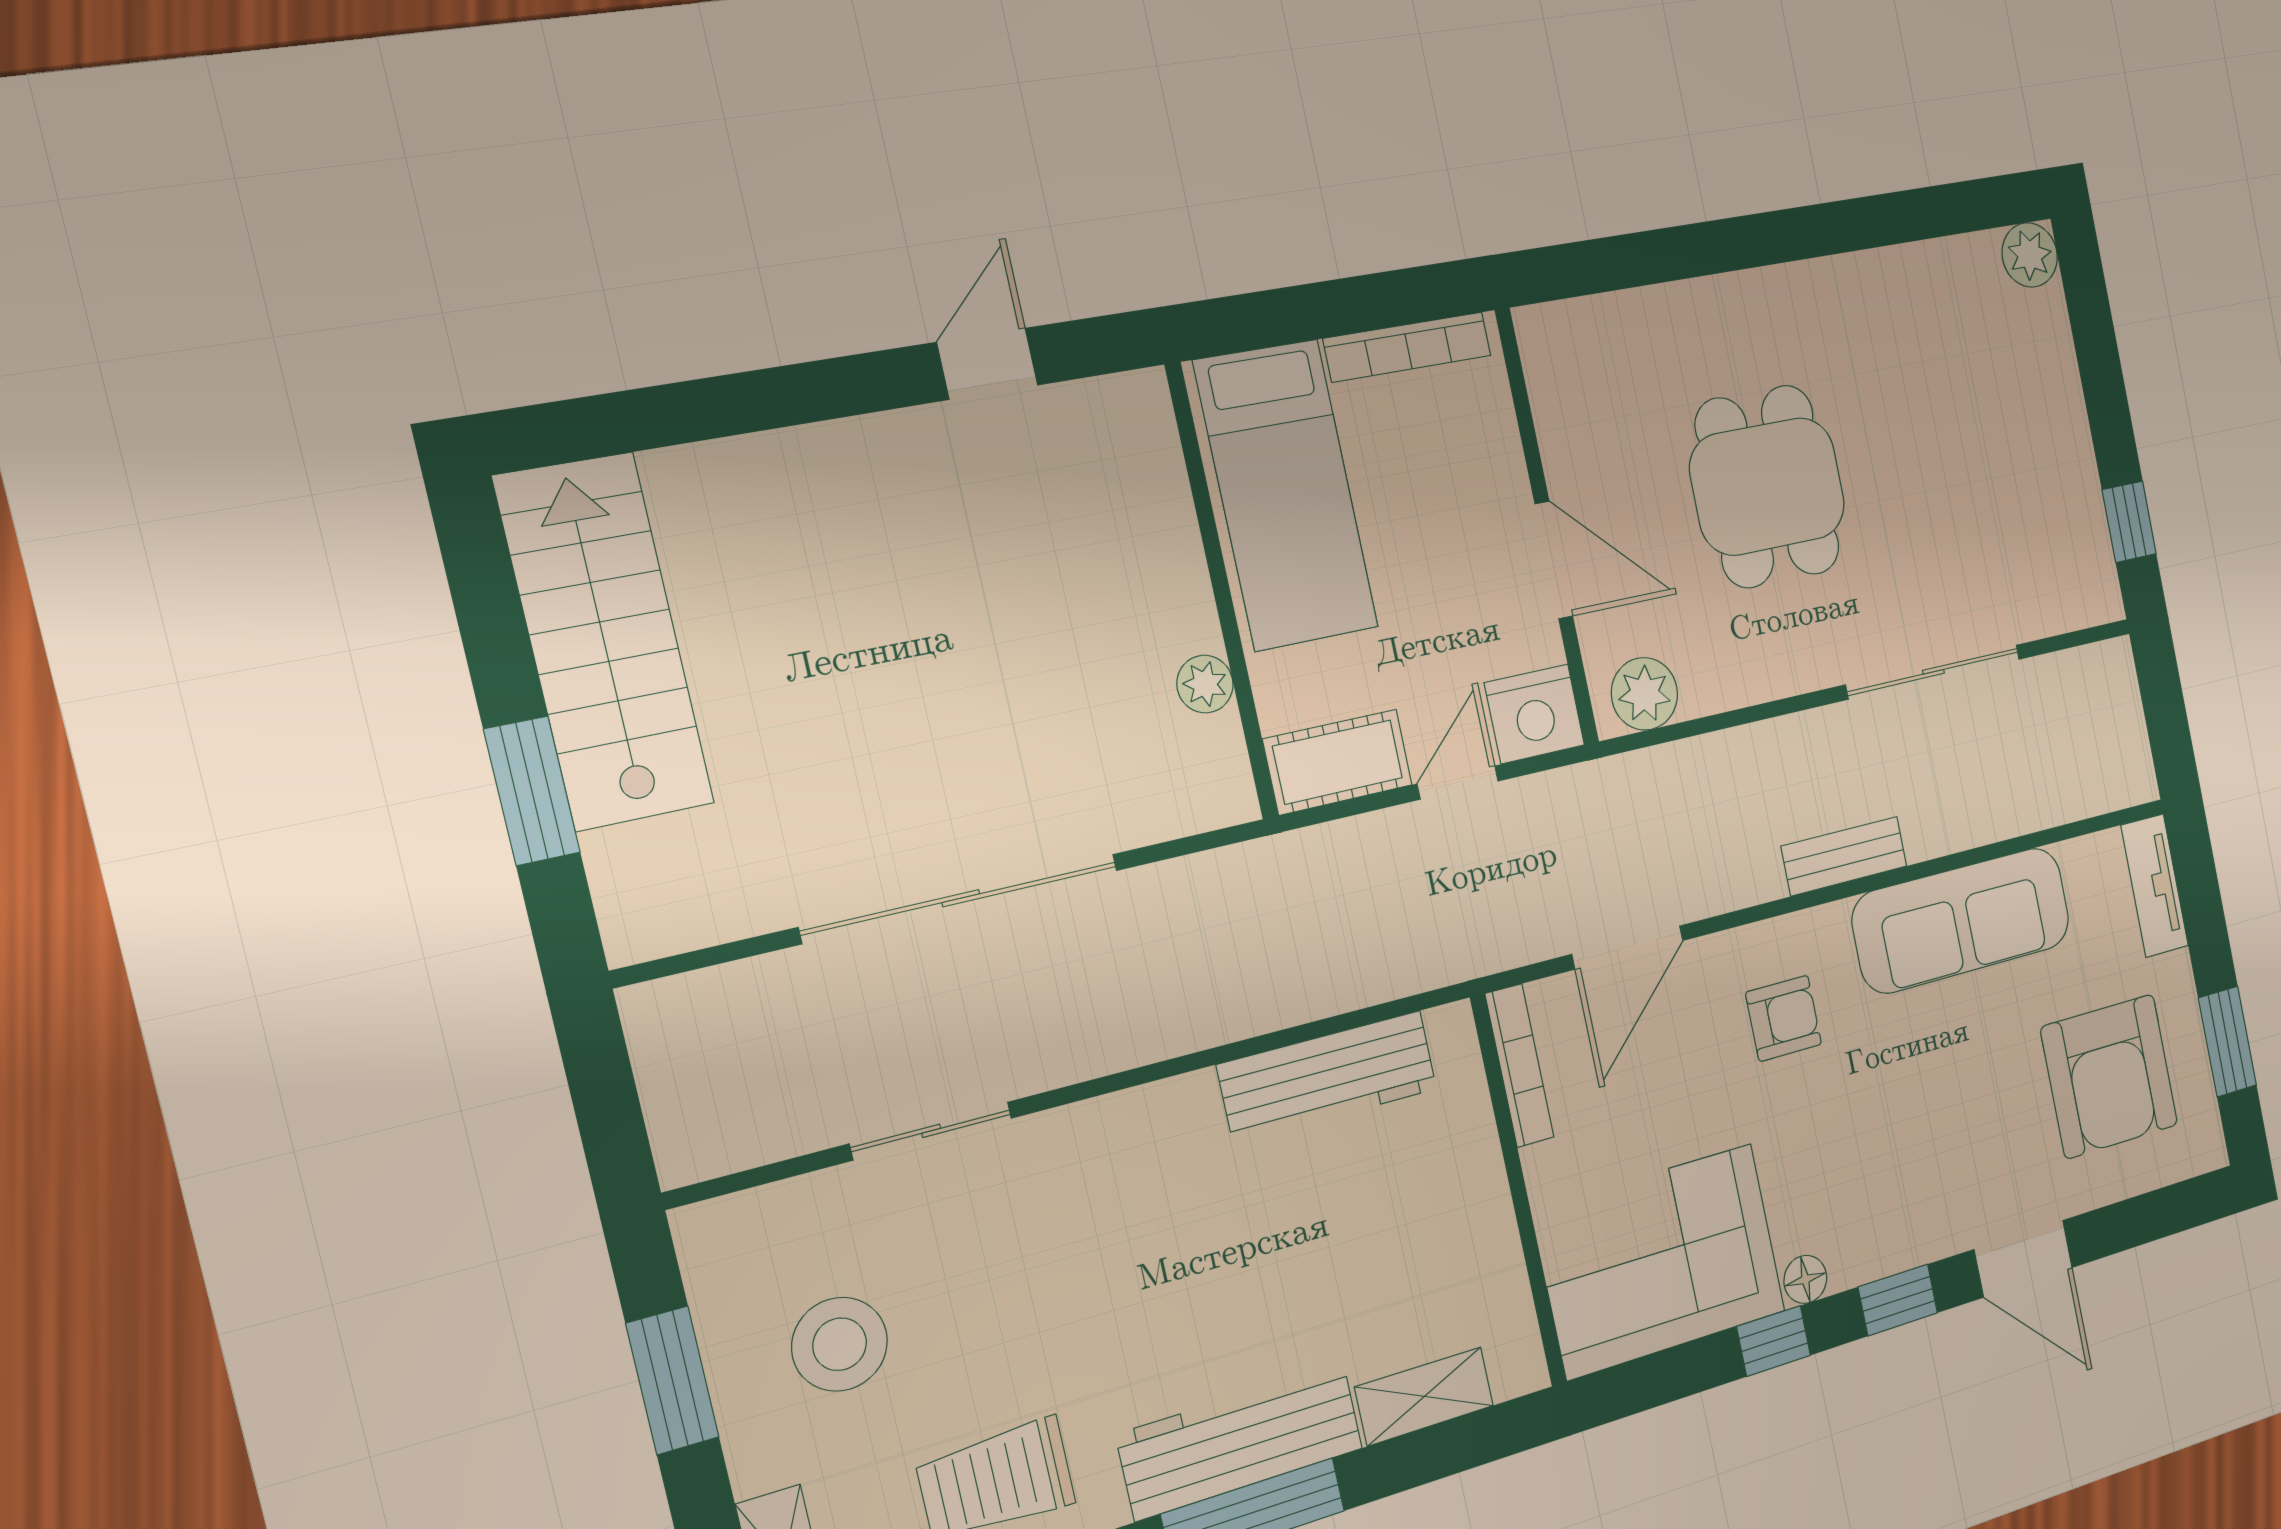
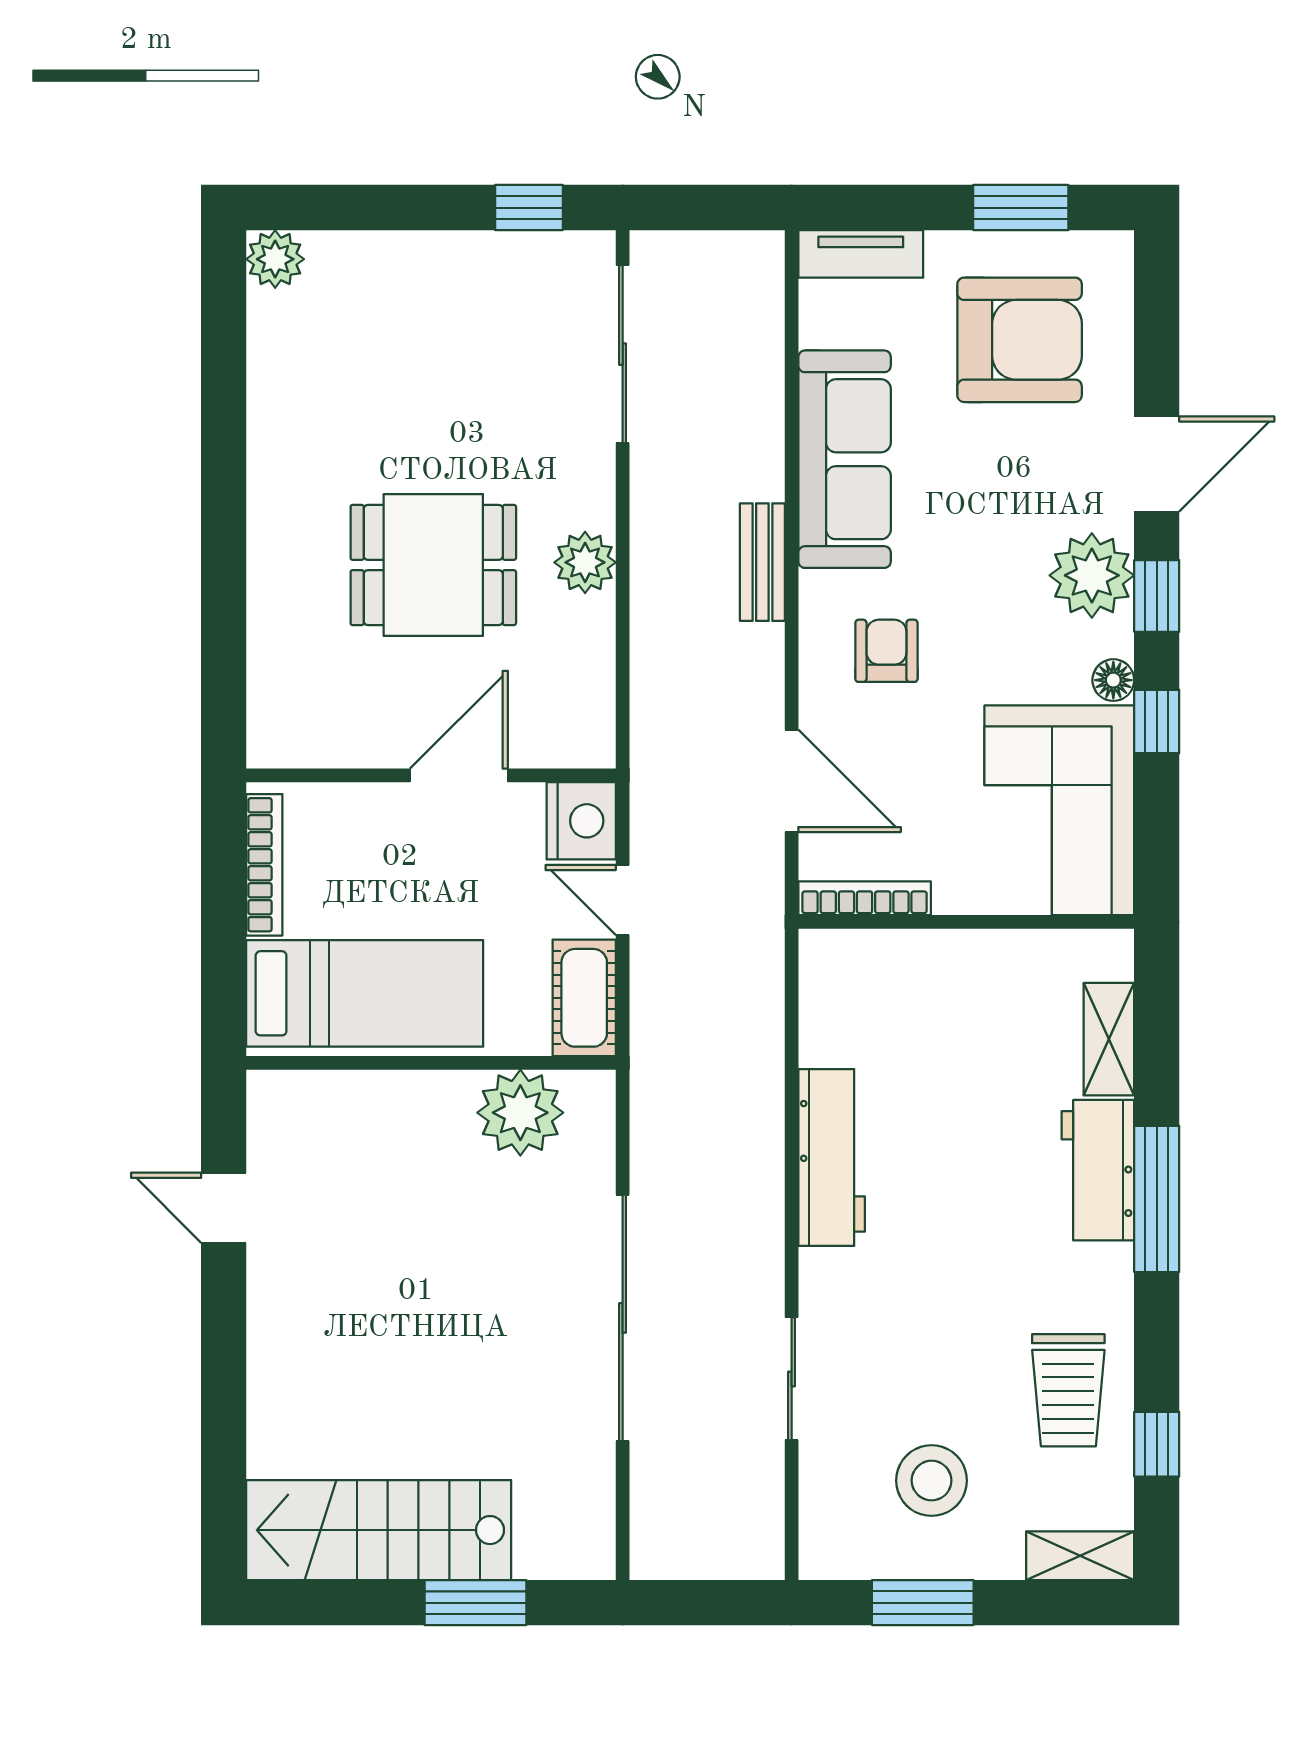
sliding door: (1933, 672) -> (623, 354), moved
plant: (1205, 684) -> (520, 1113), width x1.87, depth x1.87
plant: (1644, 694) -> (585, 562), moved
workbench: (1328, 1077) -> (832, 1157), moved
plant: (1904, 1223) -> (1092, 575), added
workbench: (1241, 1441) -> (1098, 1170), width x0.73

